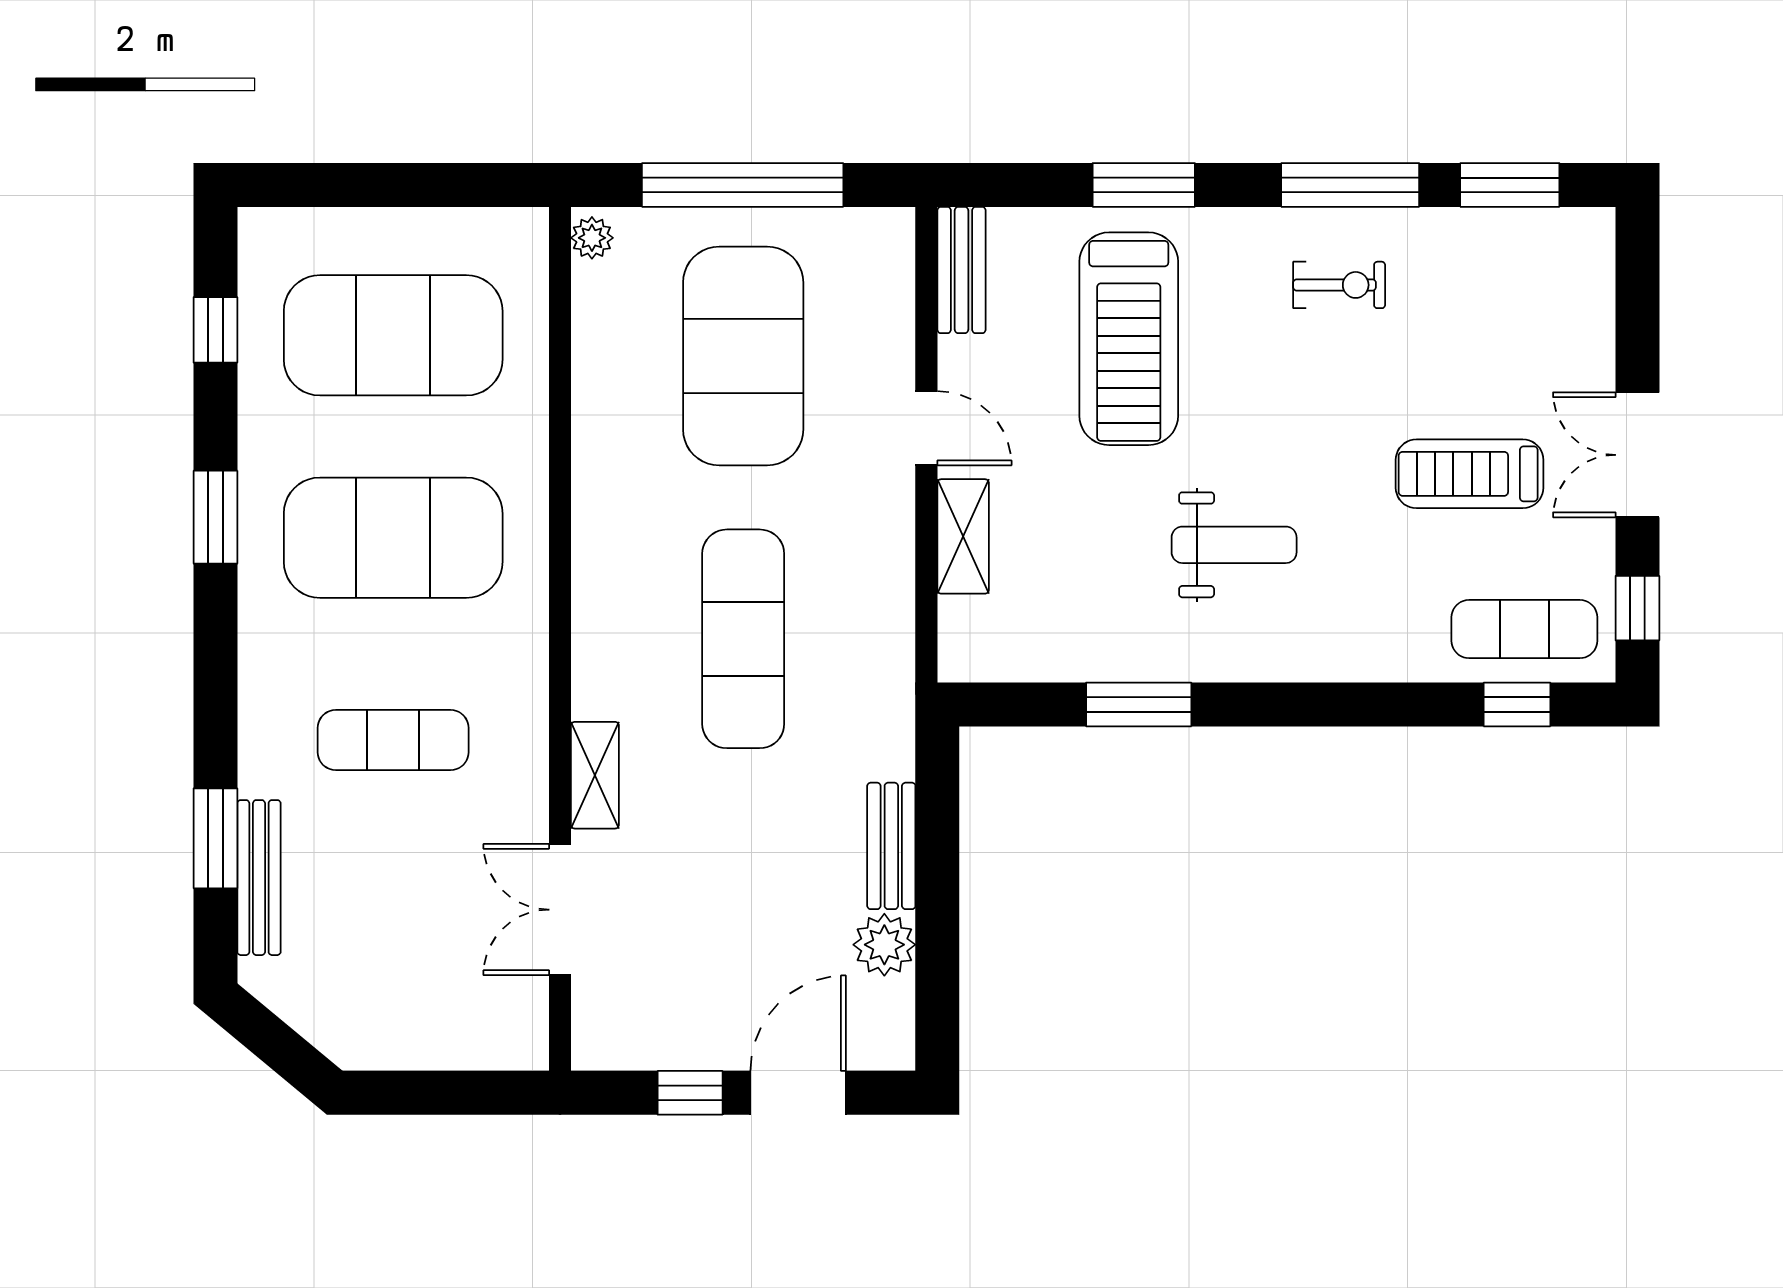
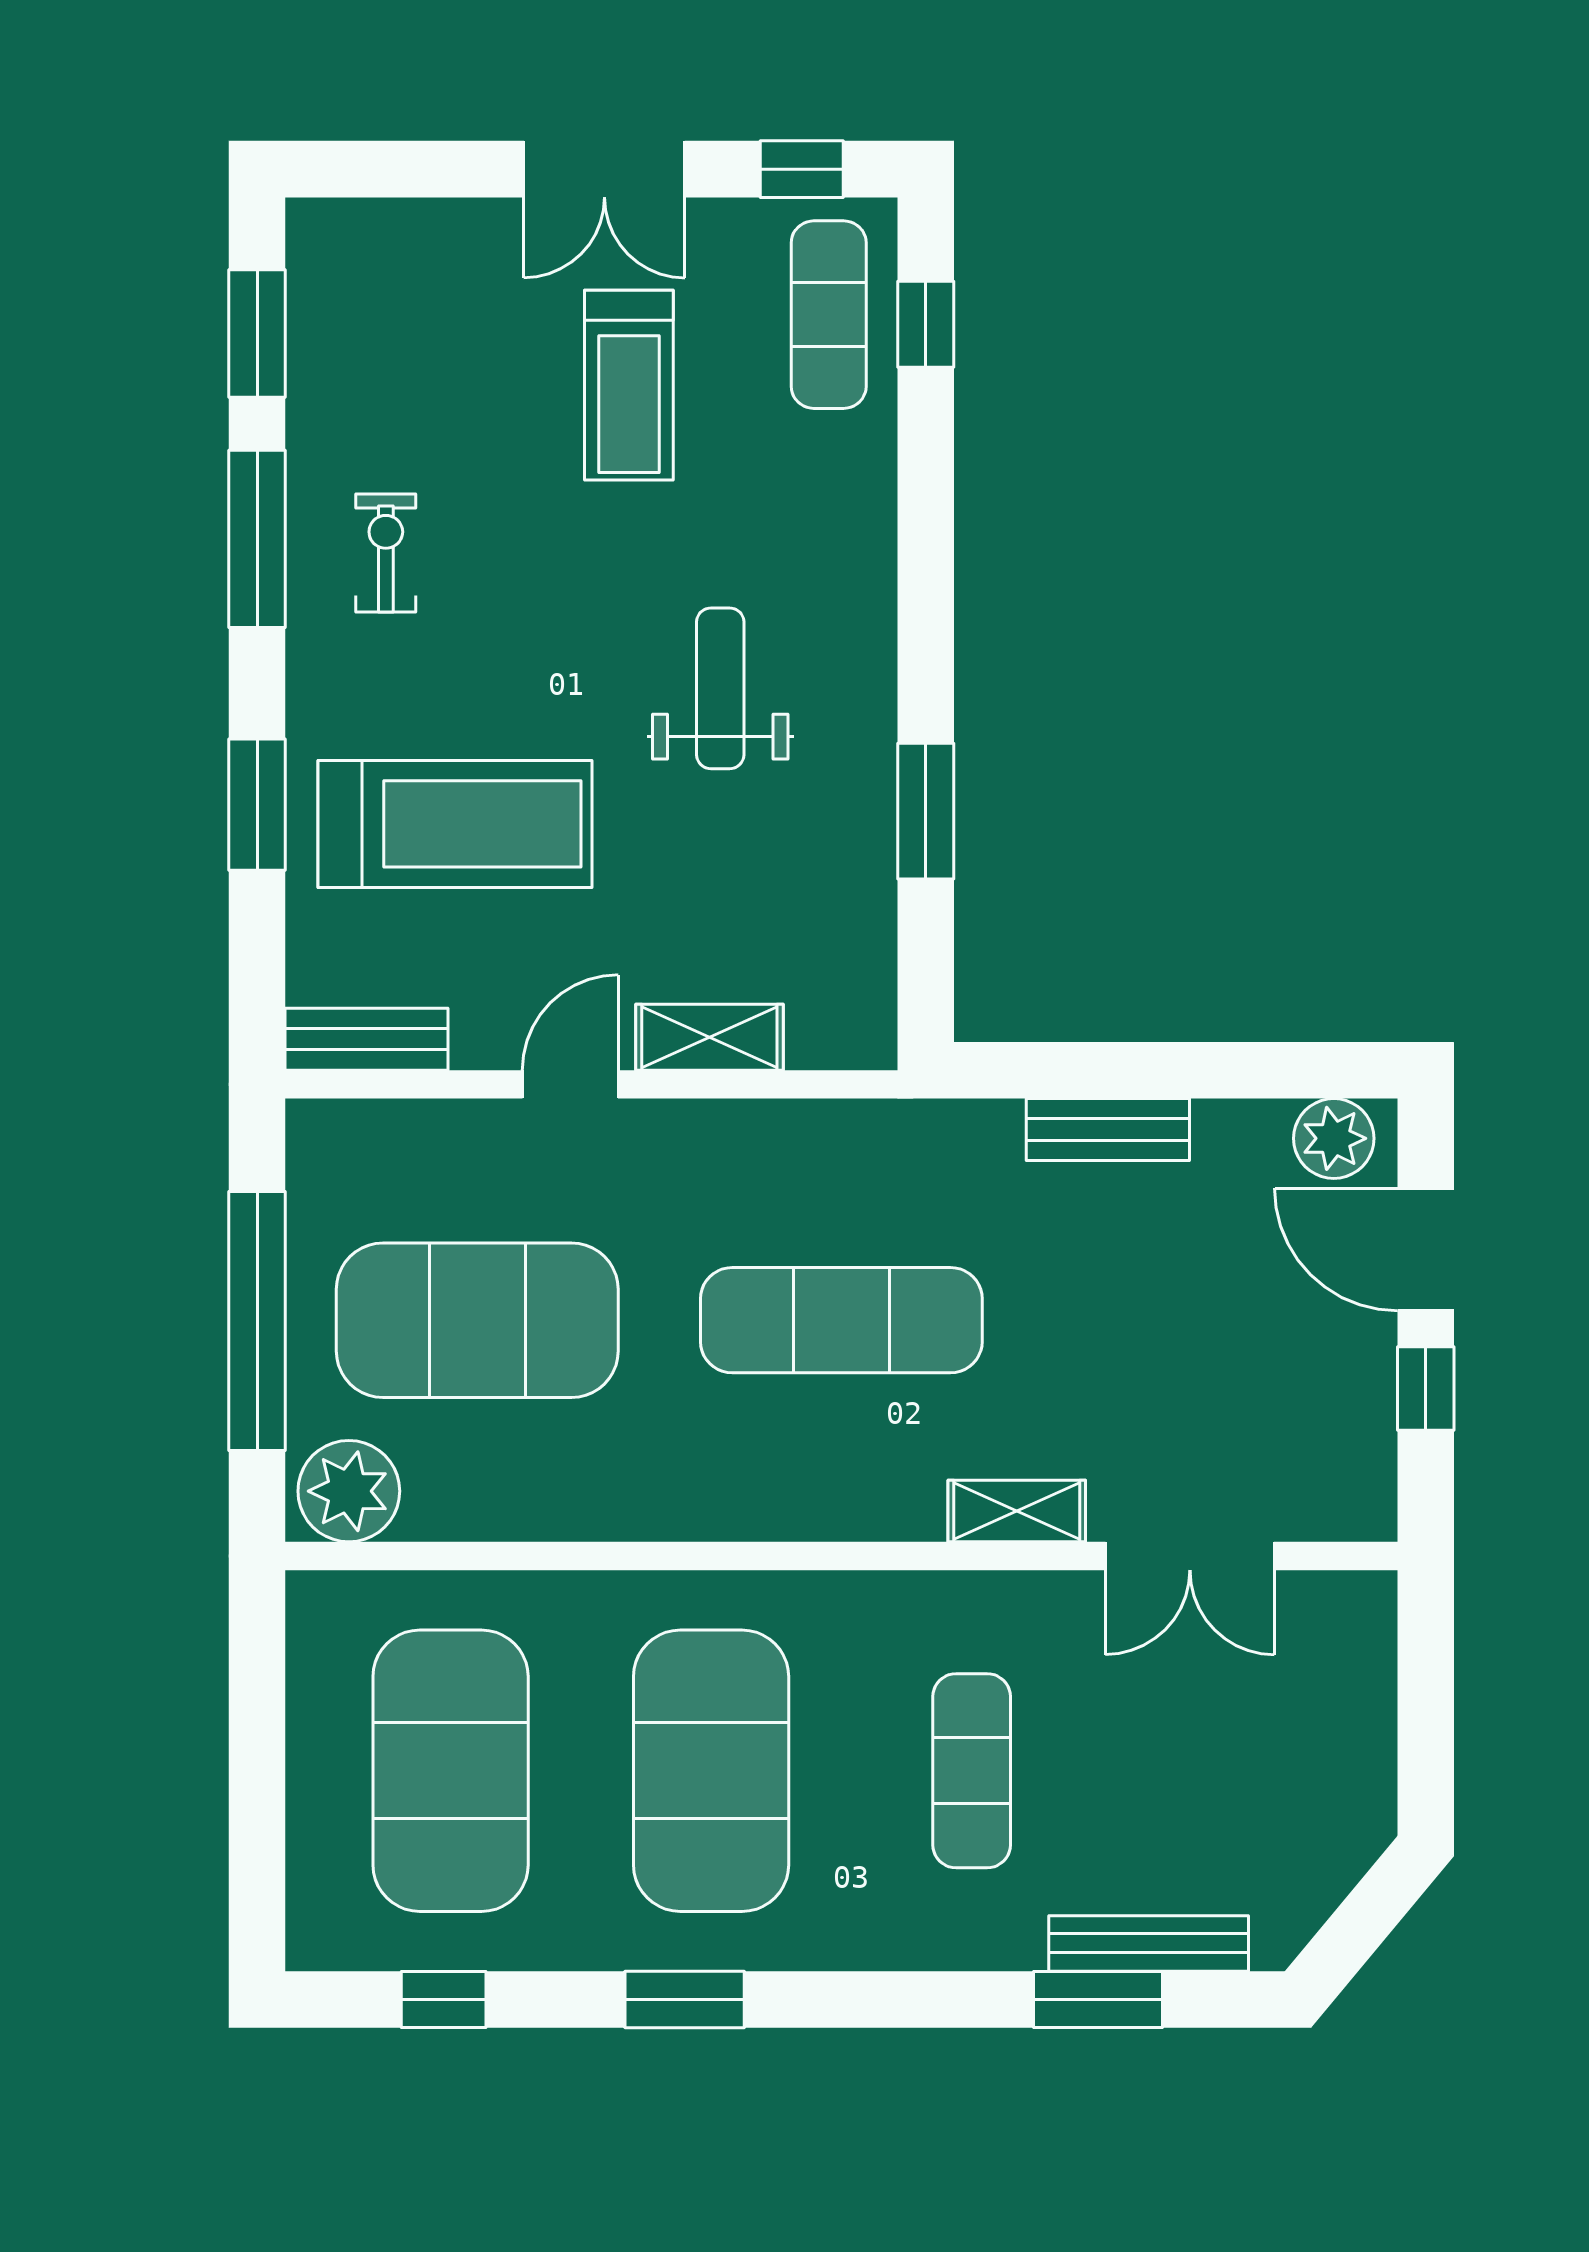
plant: (592, 238) -> (349, 1491), width x1.88, depth x1.88
plant: (884, 945) -> (1334, 1138), moved

